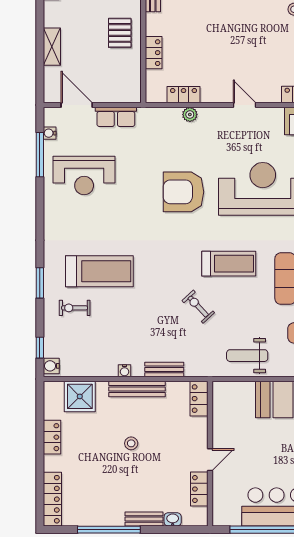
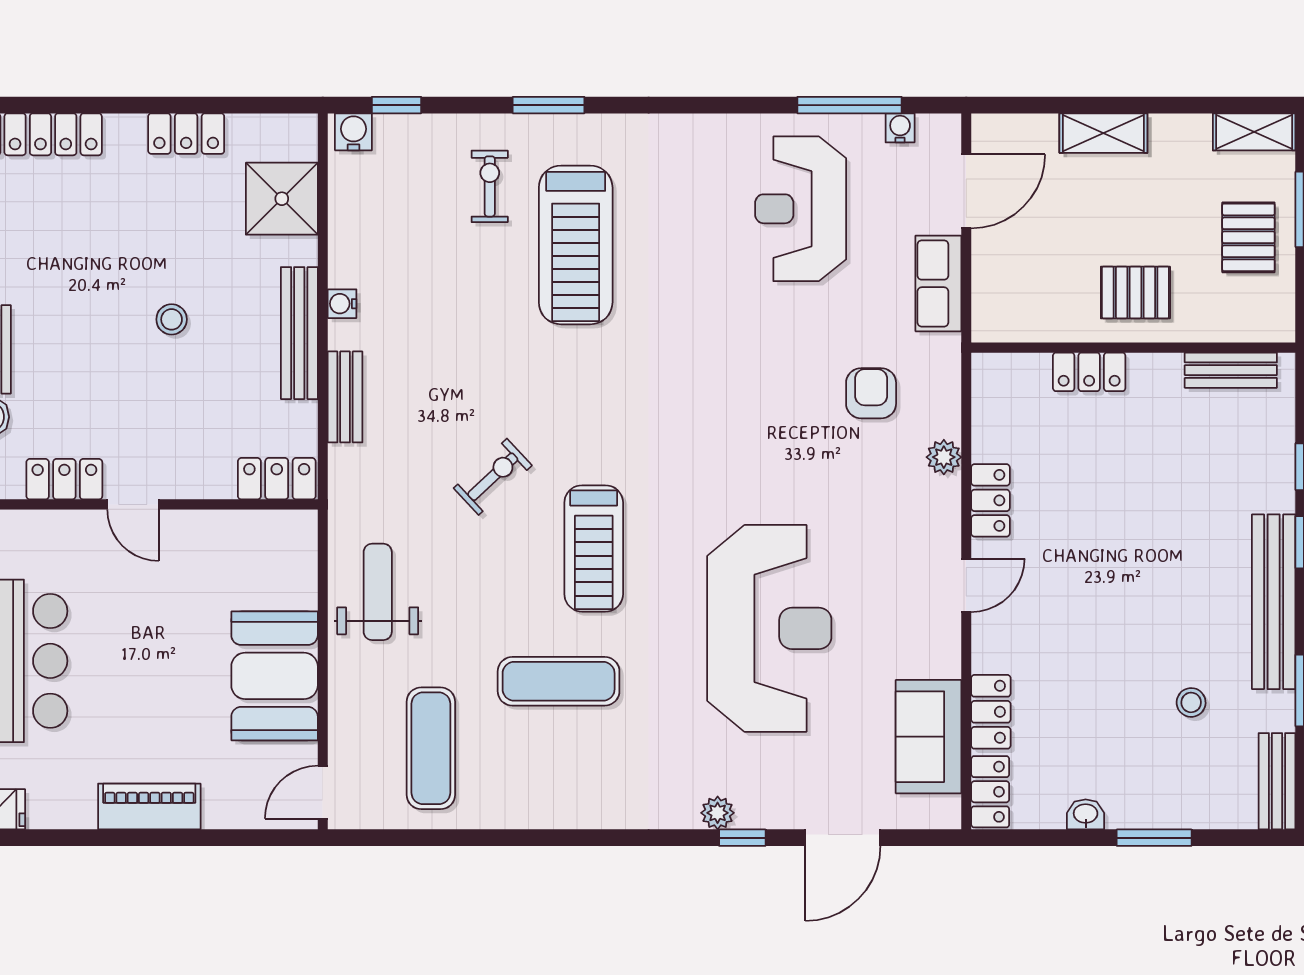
locker: (184, 95) -> (990, 500), moved
armchair: (183, 192) -> (871, 393), moved, width x0.53, depth x0.53

